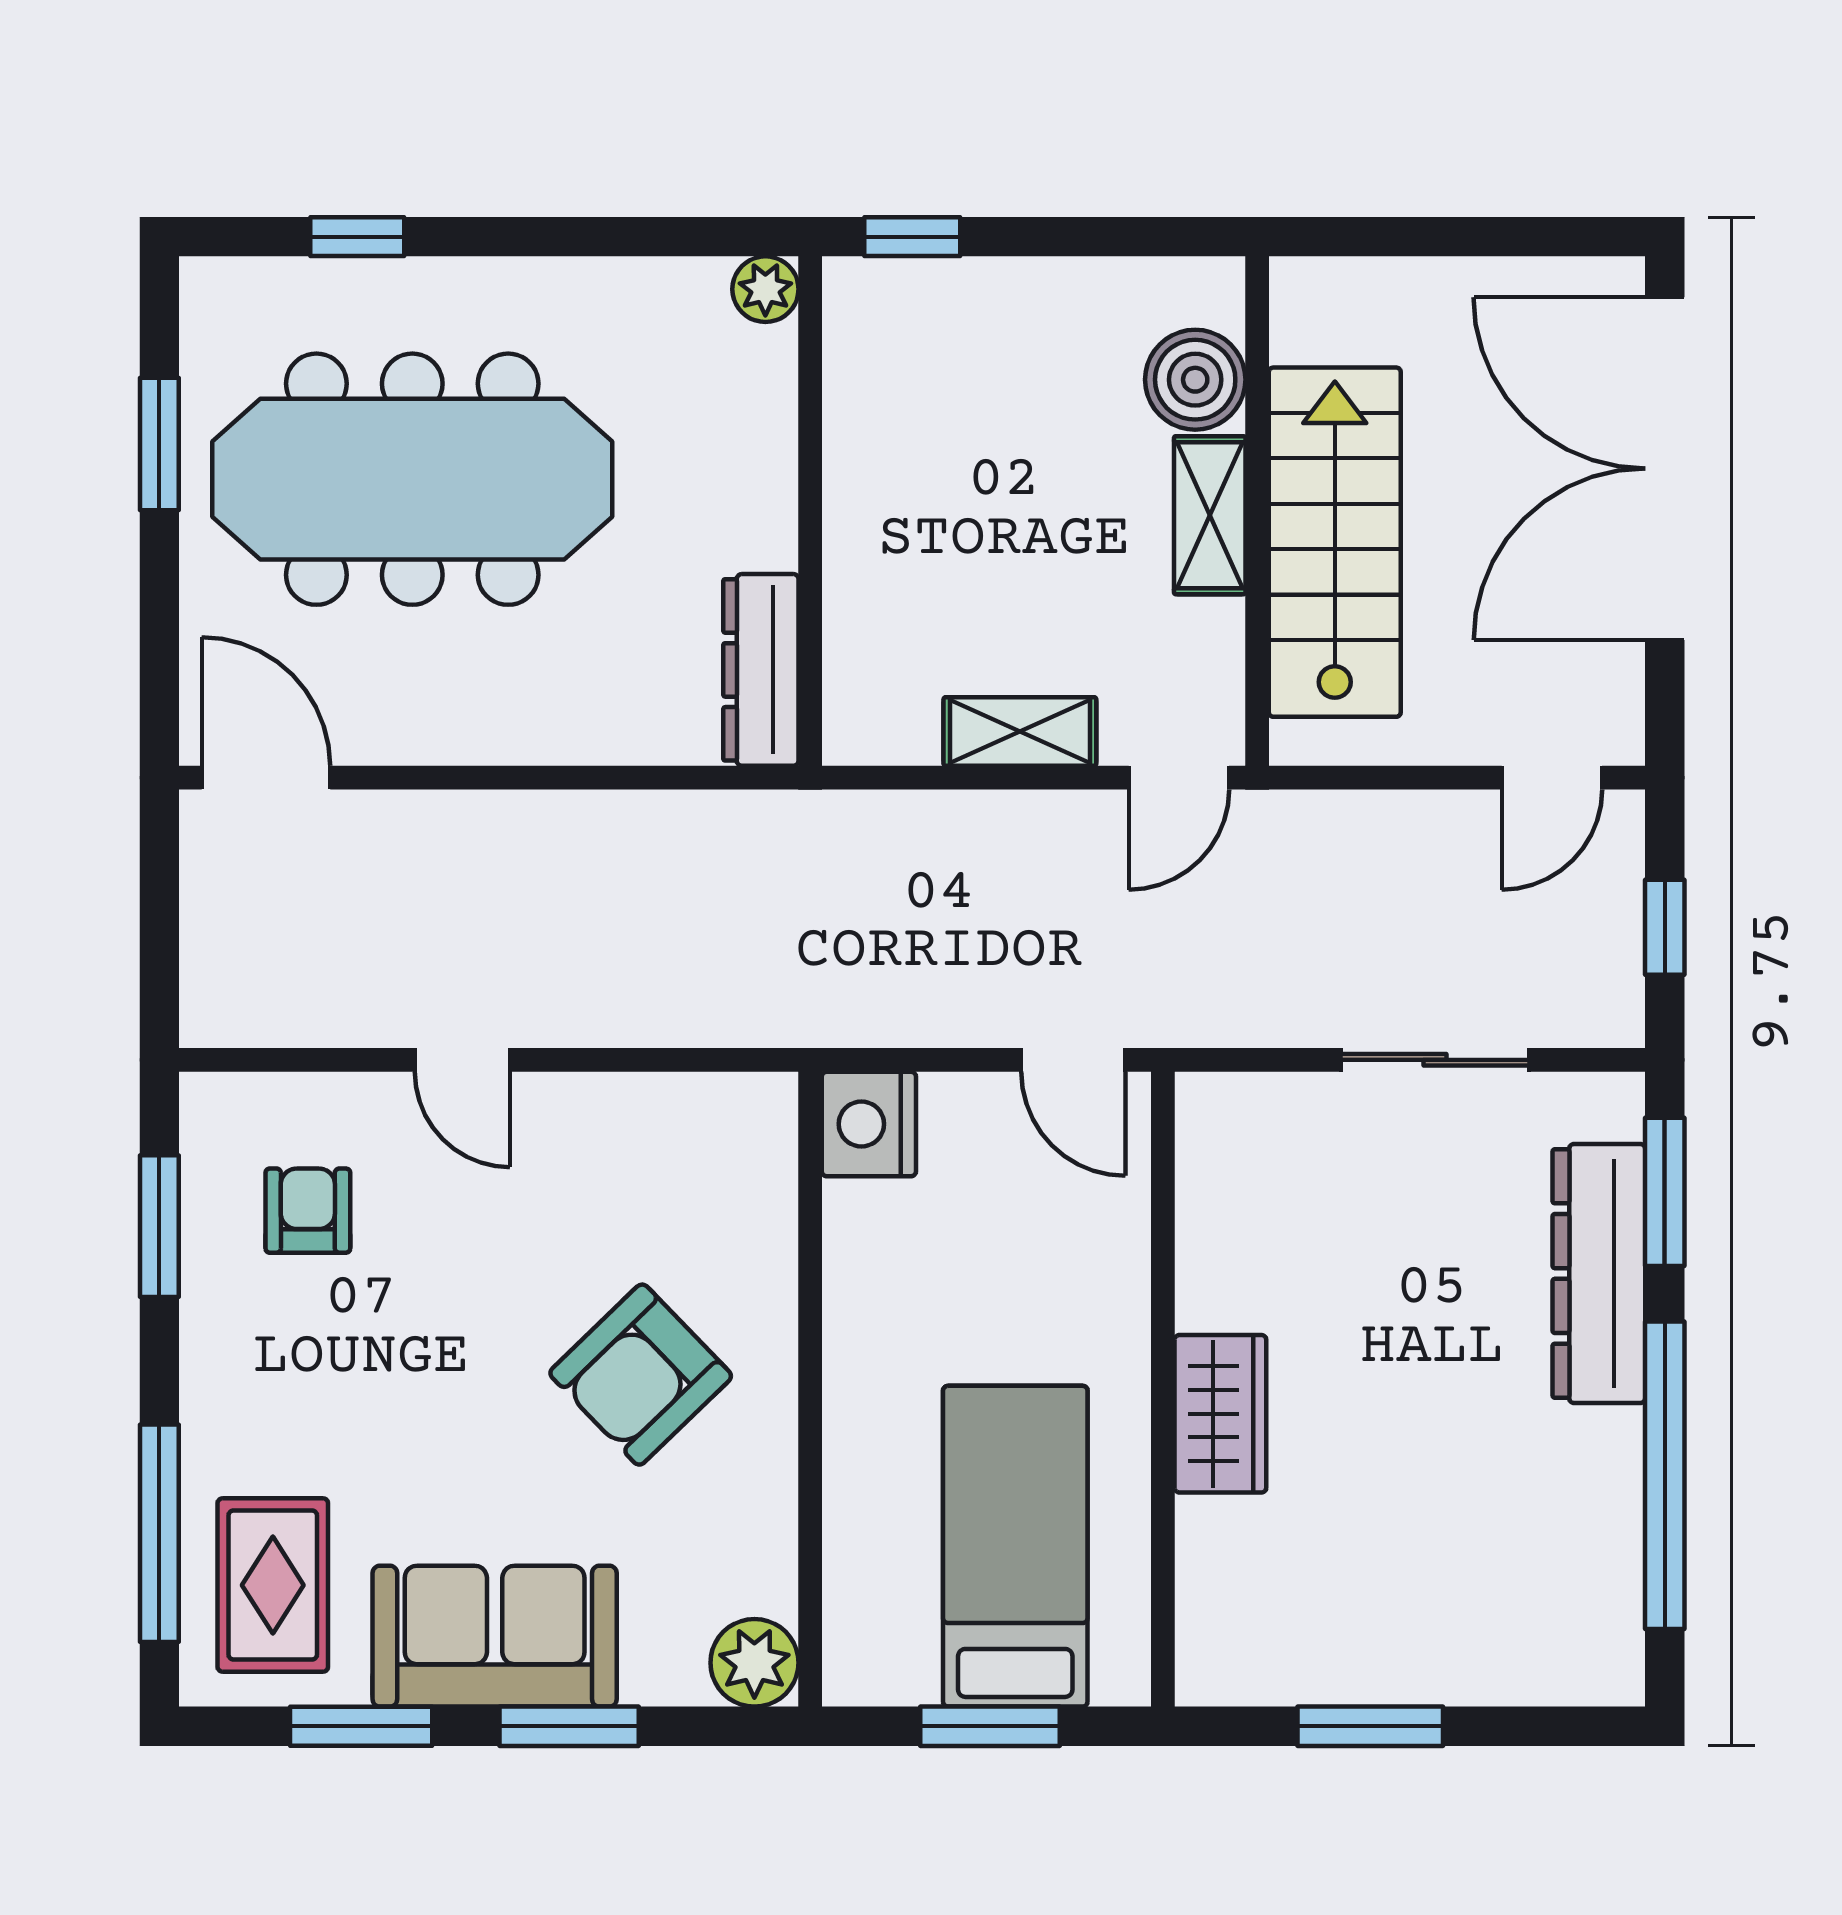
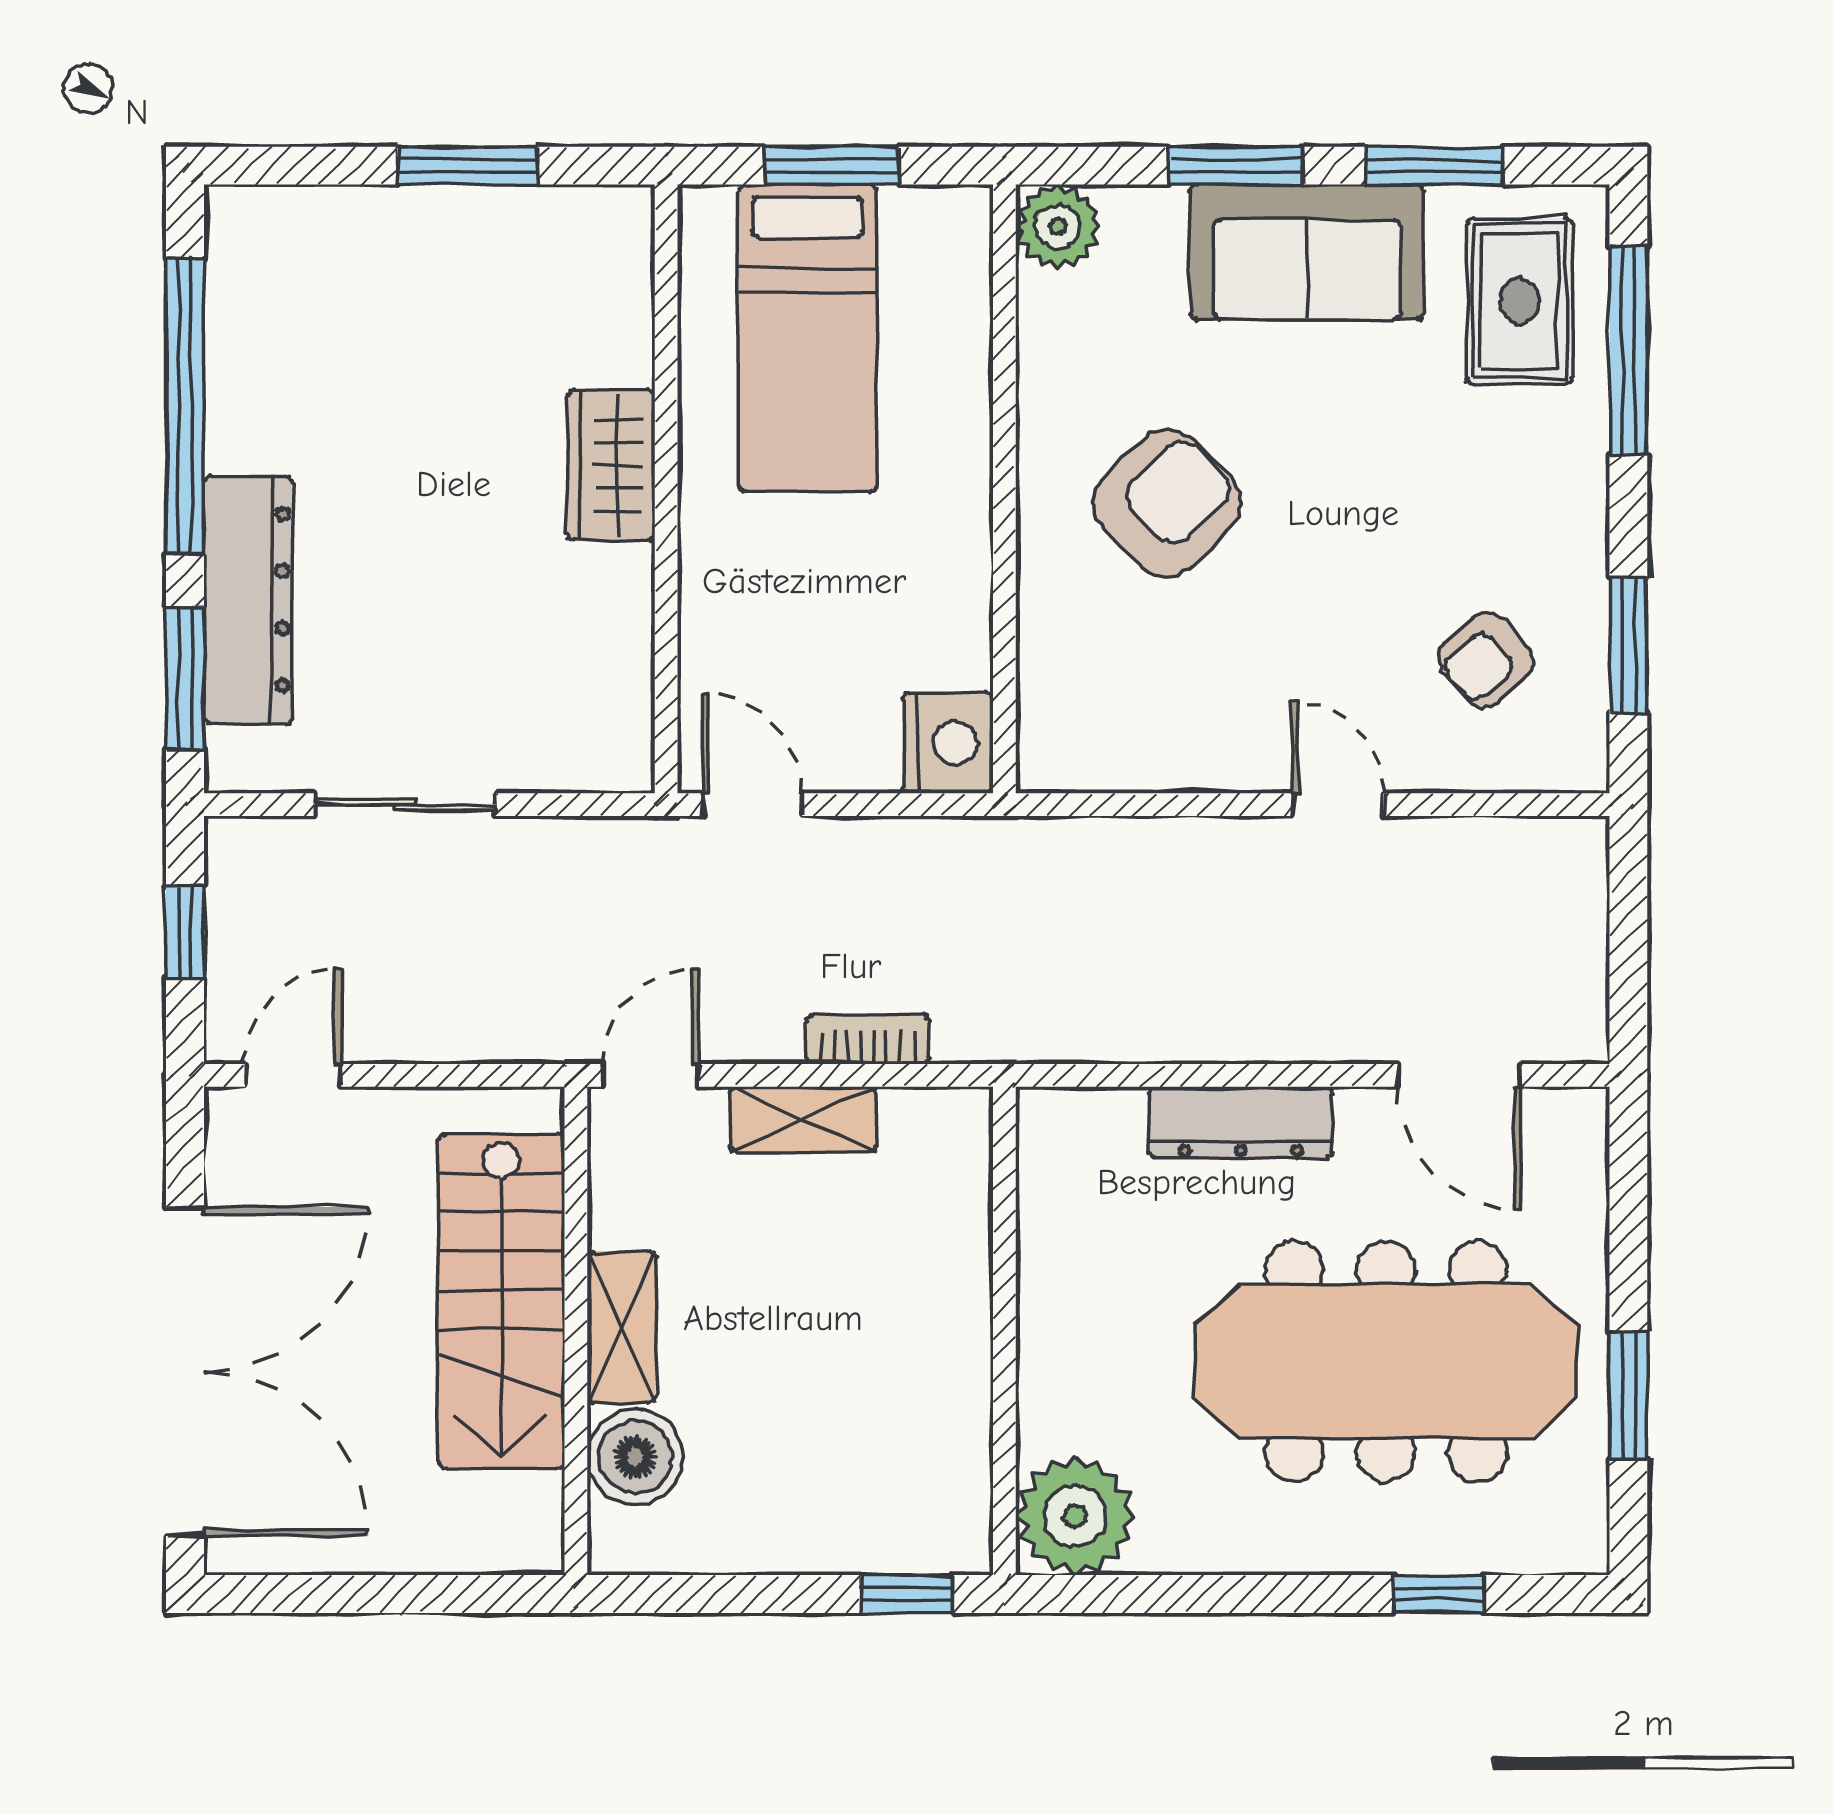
plant: (765, 289) -> (1075, 1516), width x1.88, depth x1.88
dresser: (761, 670) -> (1241, 1123), moved, turned 90
door: (266, 778) -> (1459, 1075), moved
bookcase: (953, 815) -> (867, 1039), added
armchair: (308, 1211) -> (1486, 660), turned 49

